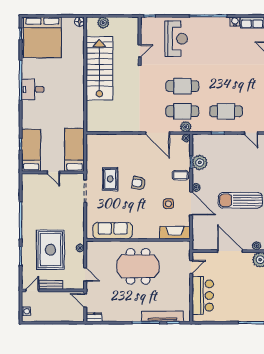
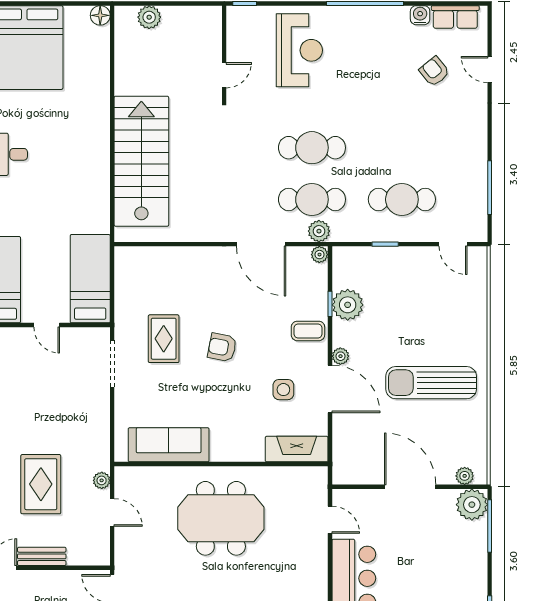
armchair: (242, 49) -> (434, 71), added
stairs: (99, 68) -> (141, 161), moved
rug: (50, 250) -> (41, 484), width x0.73, depth x0.69
door: (191, 267) -> (330, 520), hinge flipped
door: (85, 274) -> (112, 513), moved

